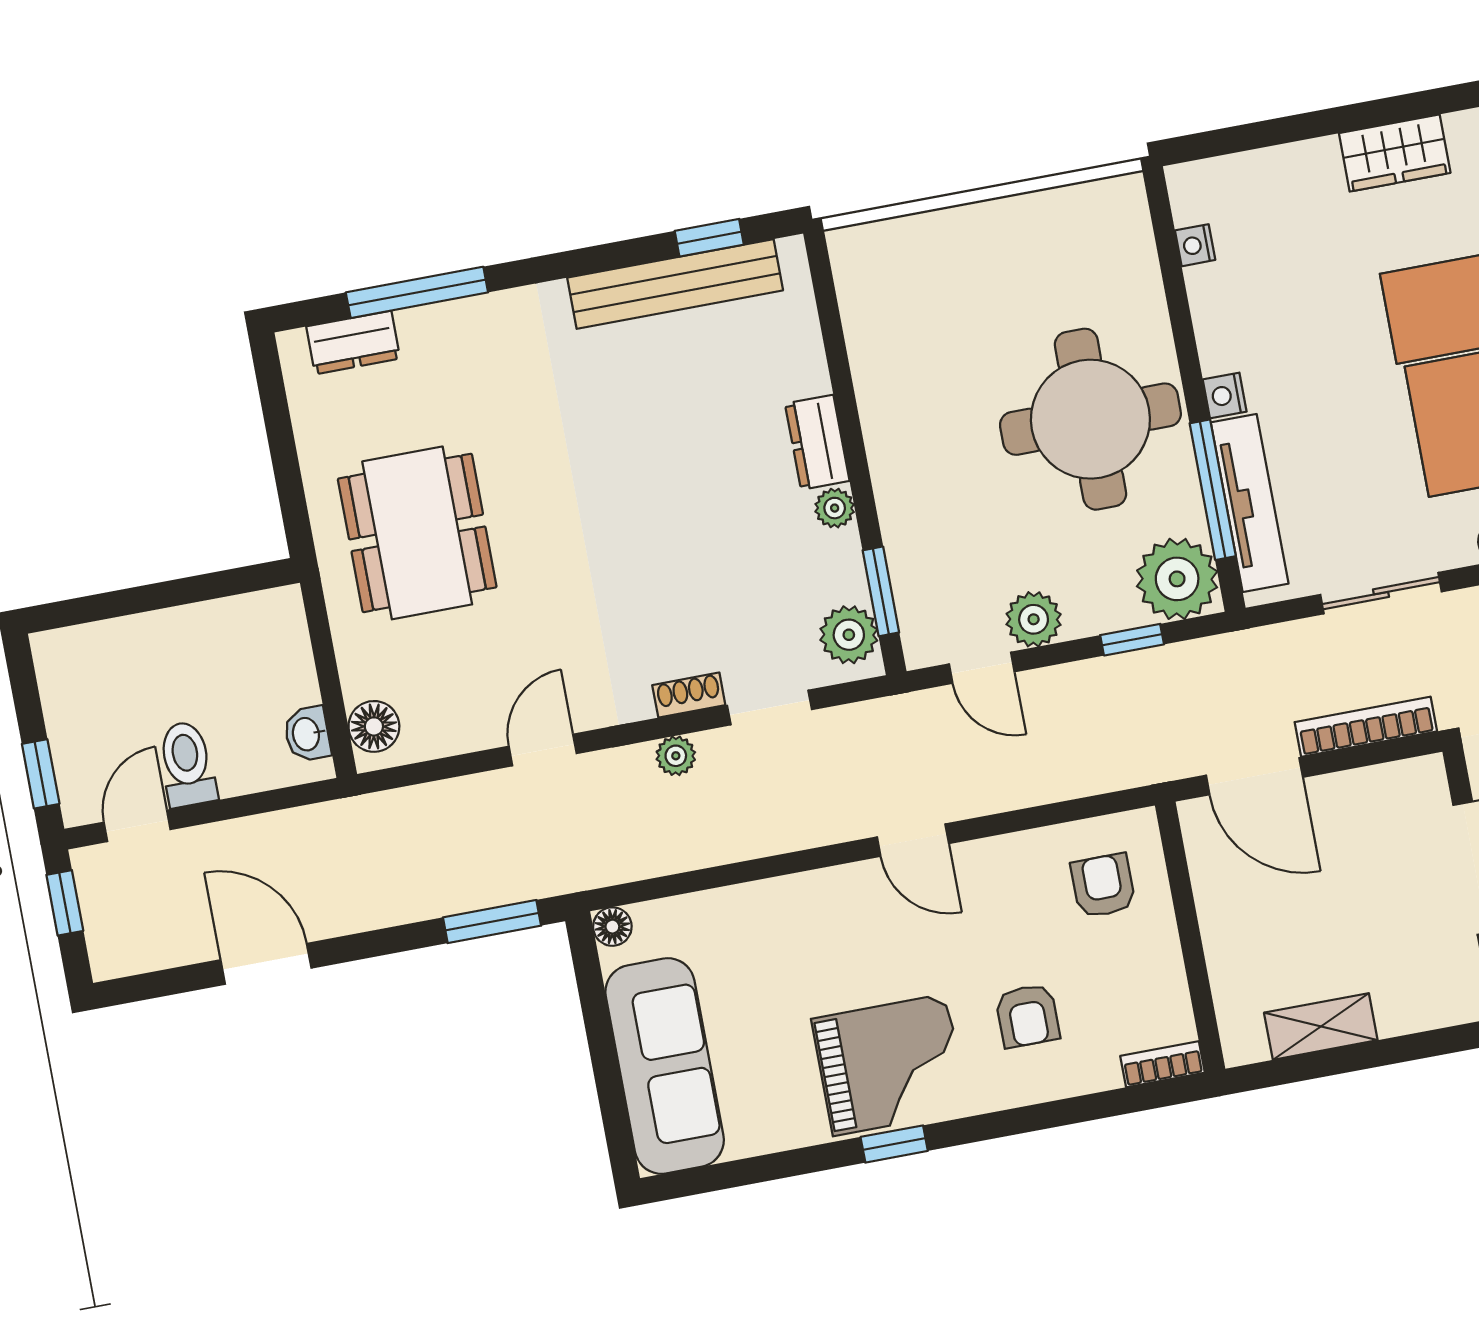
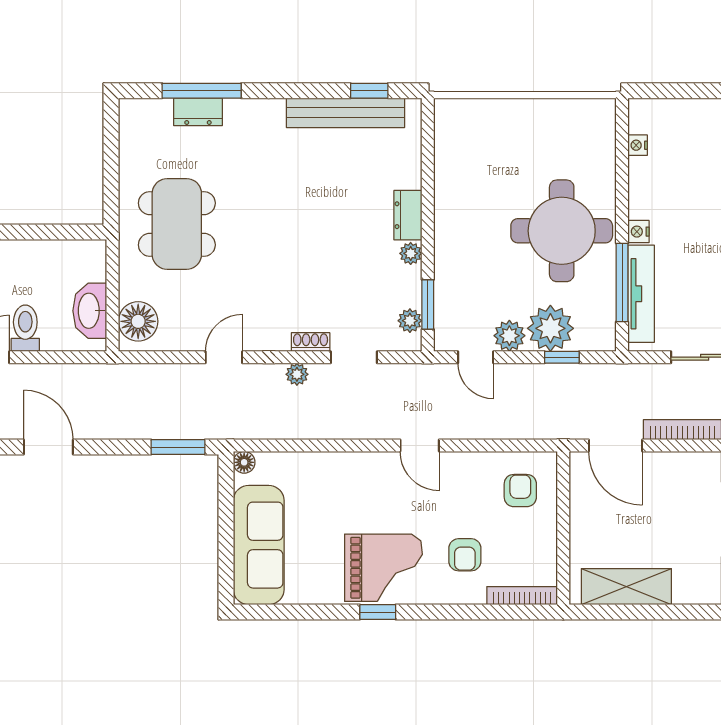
dresser: (353, 342) -> (198, 112), moved
plant: (1177, 579) -> (550, 328), moved
plant: (849, 635) -> (410, 321), width x0.73, depth x0.73
floor lamp: (374, 726) -> (138, 321), width x1.38, depth x1.38
washbasin: (307, 734) -> (90, 311), width x1.91, depth x1.45
shelving: (1321, 1026) -> (626, 587), width x1.50, depth x1.33
bookcase: (1163, 1064) -> (522, 596), width x1.56

